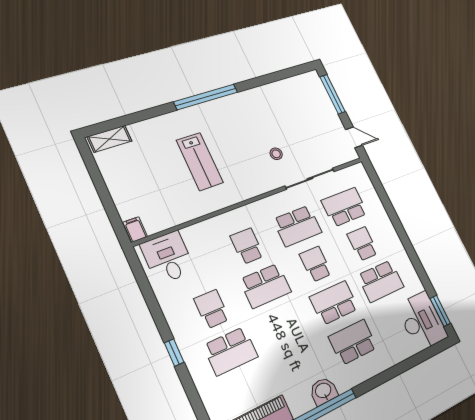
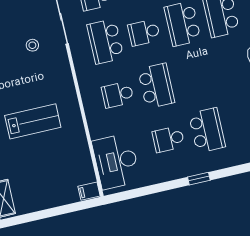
school desk: (297, 226) -> (105, 41), turned 180
desk: (168, 258) -> (116, 161), width x1.37

